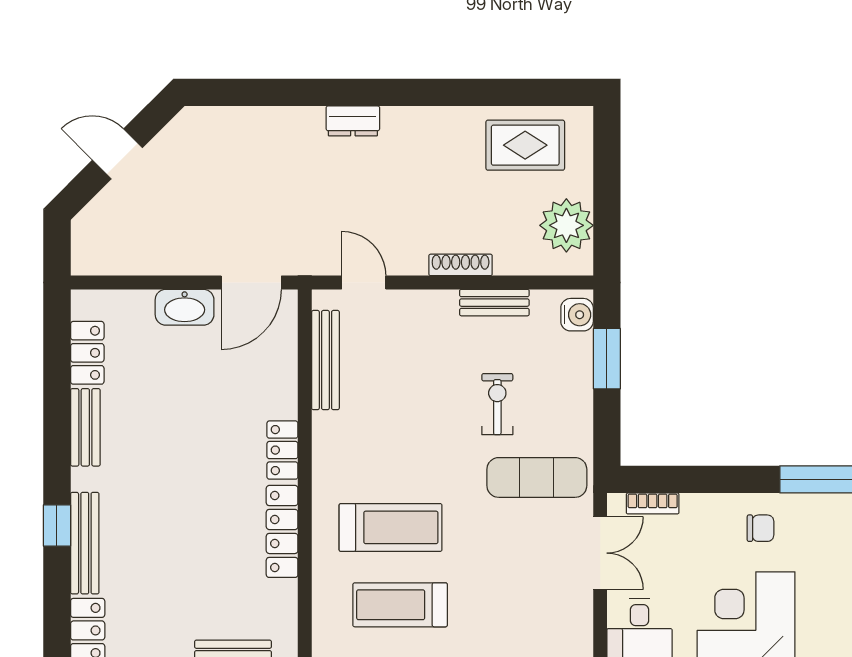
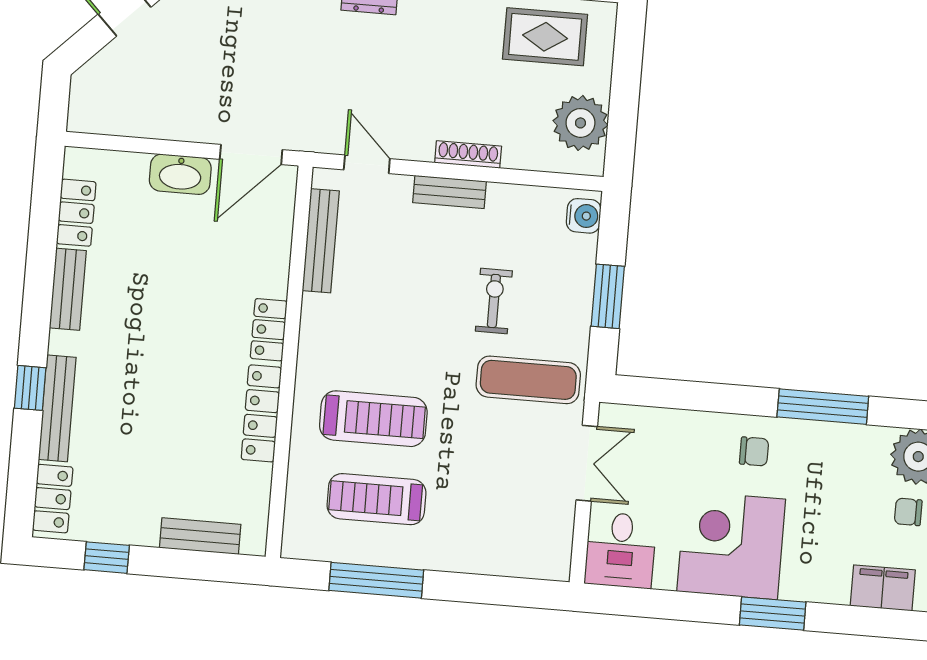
bench: (494, 303) -> (450, 192), moved
window: (607, 359) -> (608, 296), moved
bookcase: (653, 503) -> (645, 417), removed

